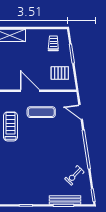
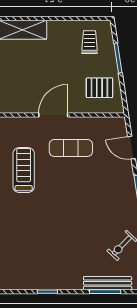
door: (30, 91) -> (53, 115), hinge flipped

